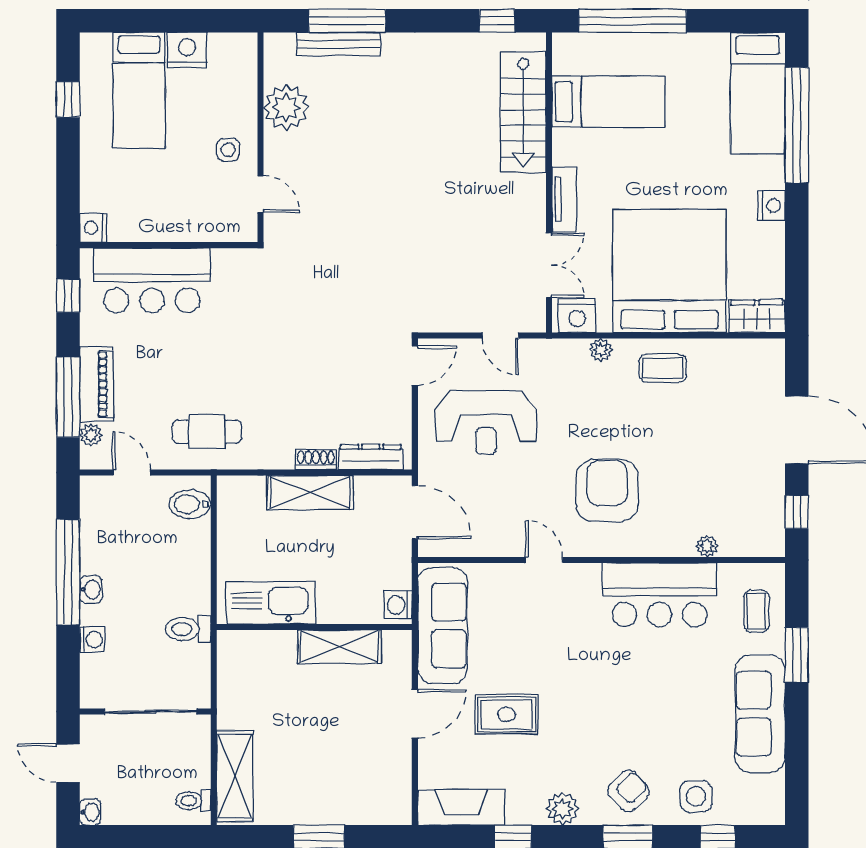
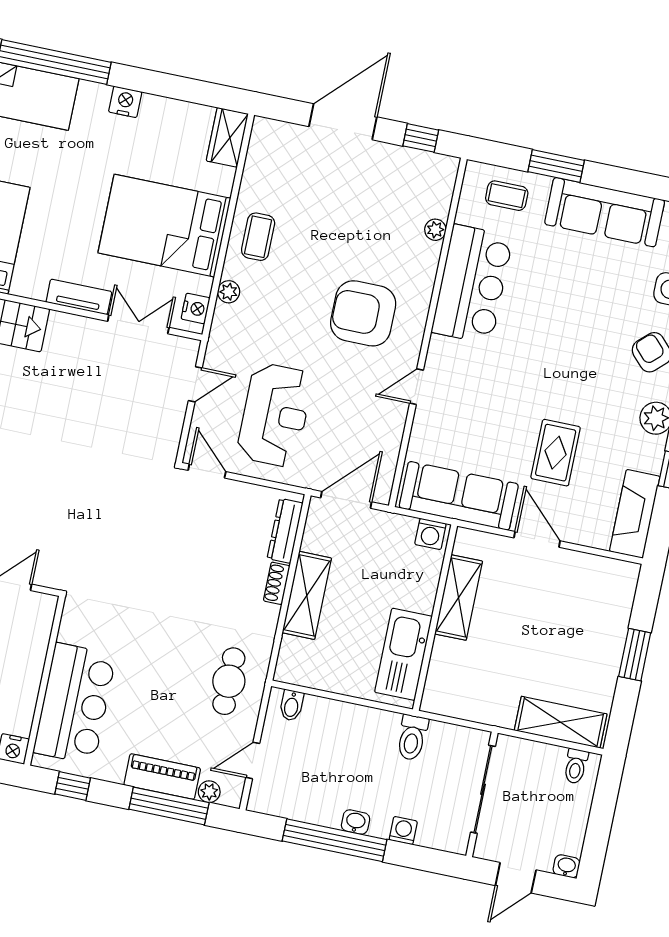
bed: (669, 271) -> (164, 226), width x0.73
nightstand: (577, 316) -> (196, 308), width x0.74, depth x0.75
bidet: (190, 504) -> (292, 705), width x0.72, depth x0.74

